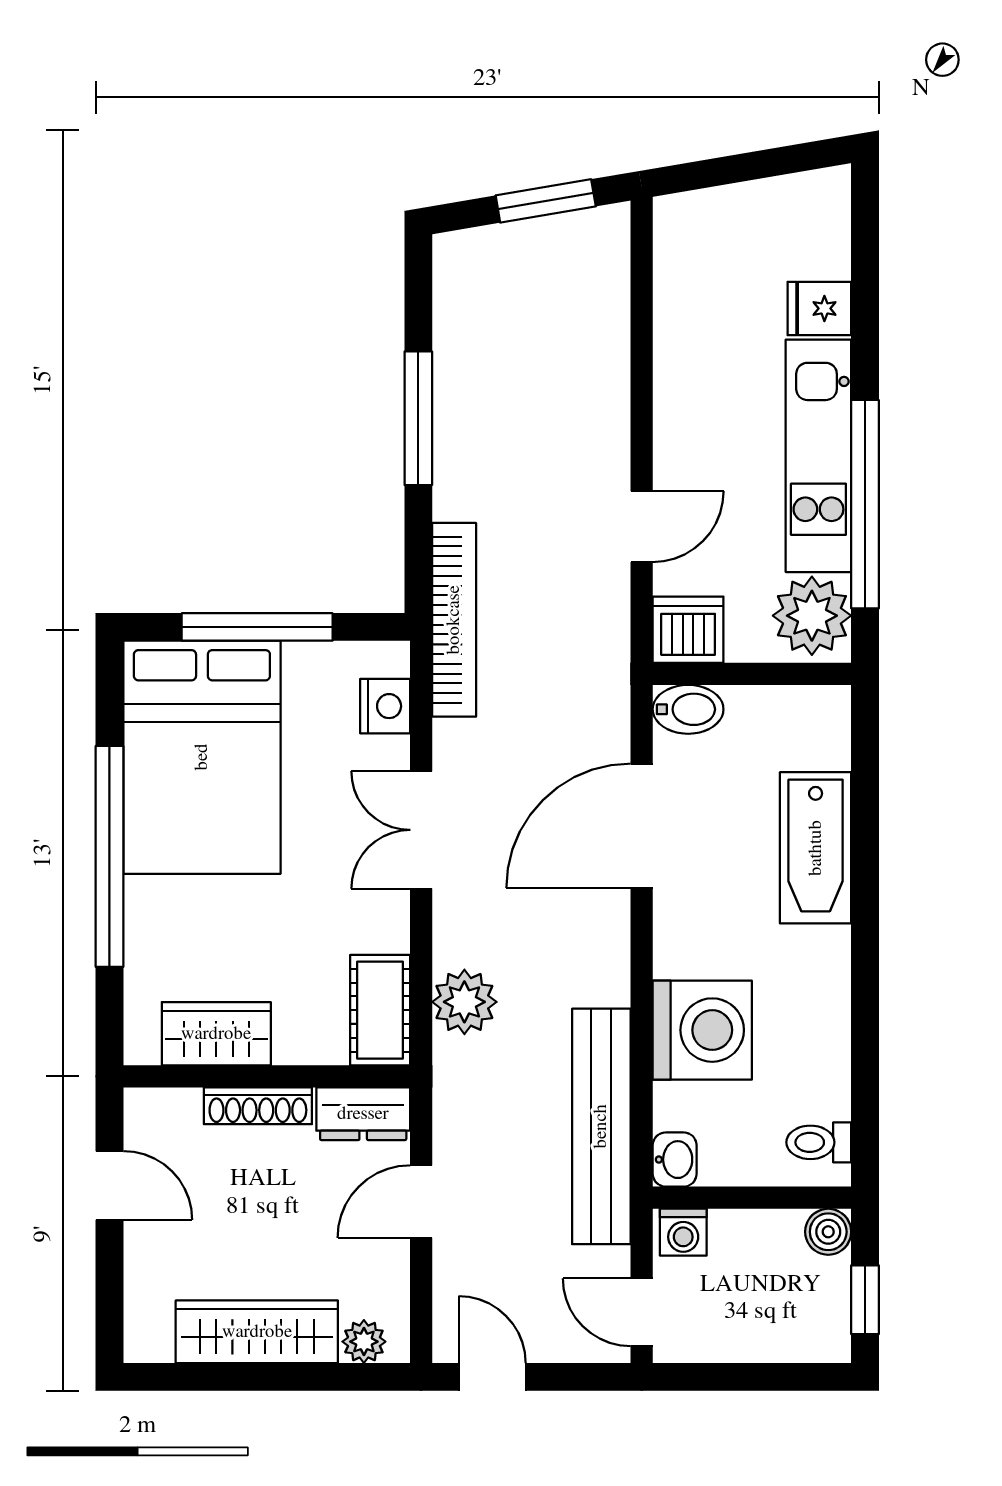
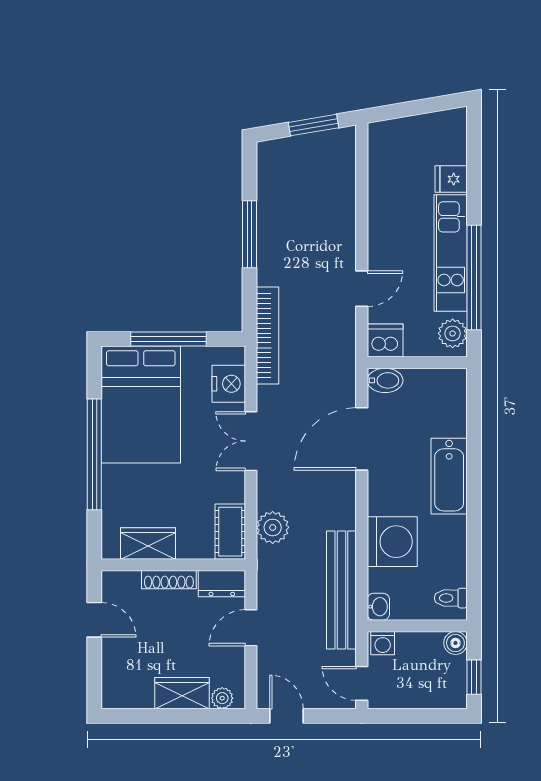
plant: (812, 616) -> (453, 333), width x0.73, depth x0.73
nightstand: (385, 706) -> (229, 384), width x1.36, depth x1.33
bathtub: (816, 848) -> (449, 476), moved
wardrobe: (257, 1332) -> (182, 693), width x0.67

